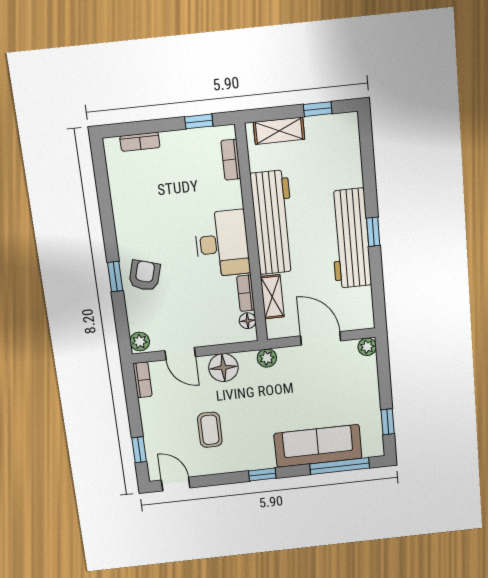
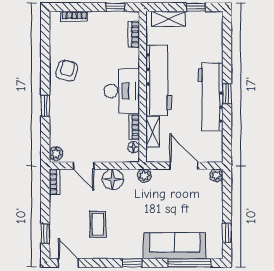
armchair: (145, 275) -> (67, 71), moved

